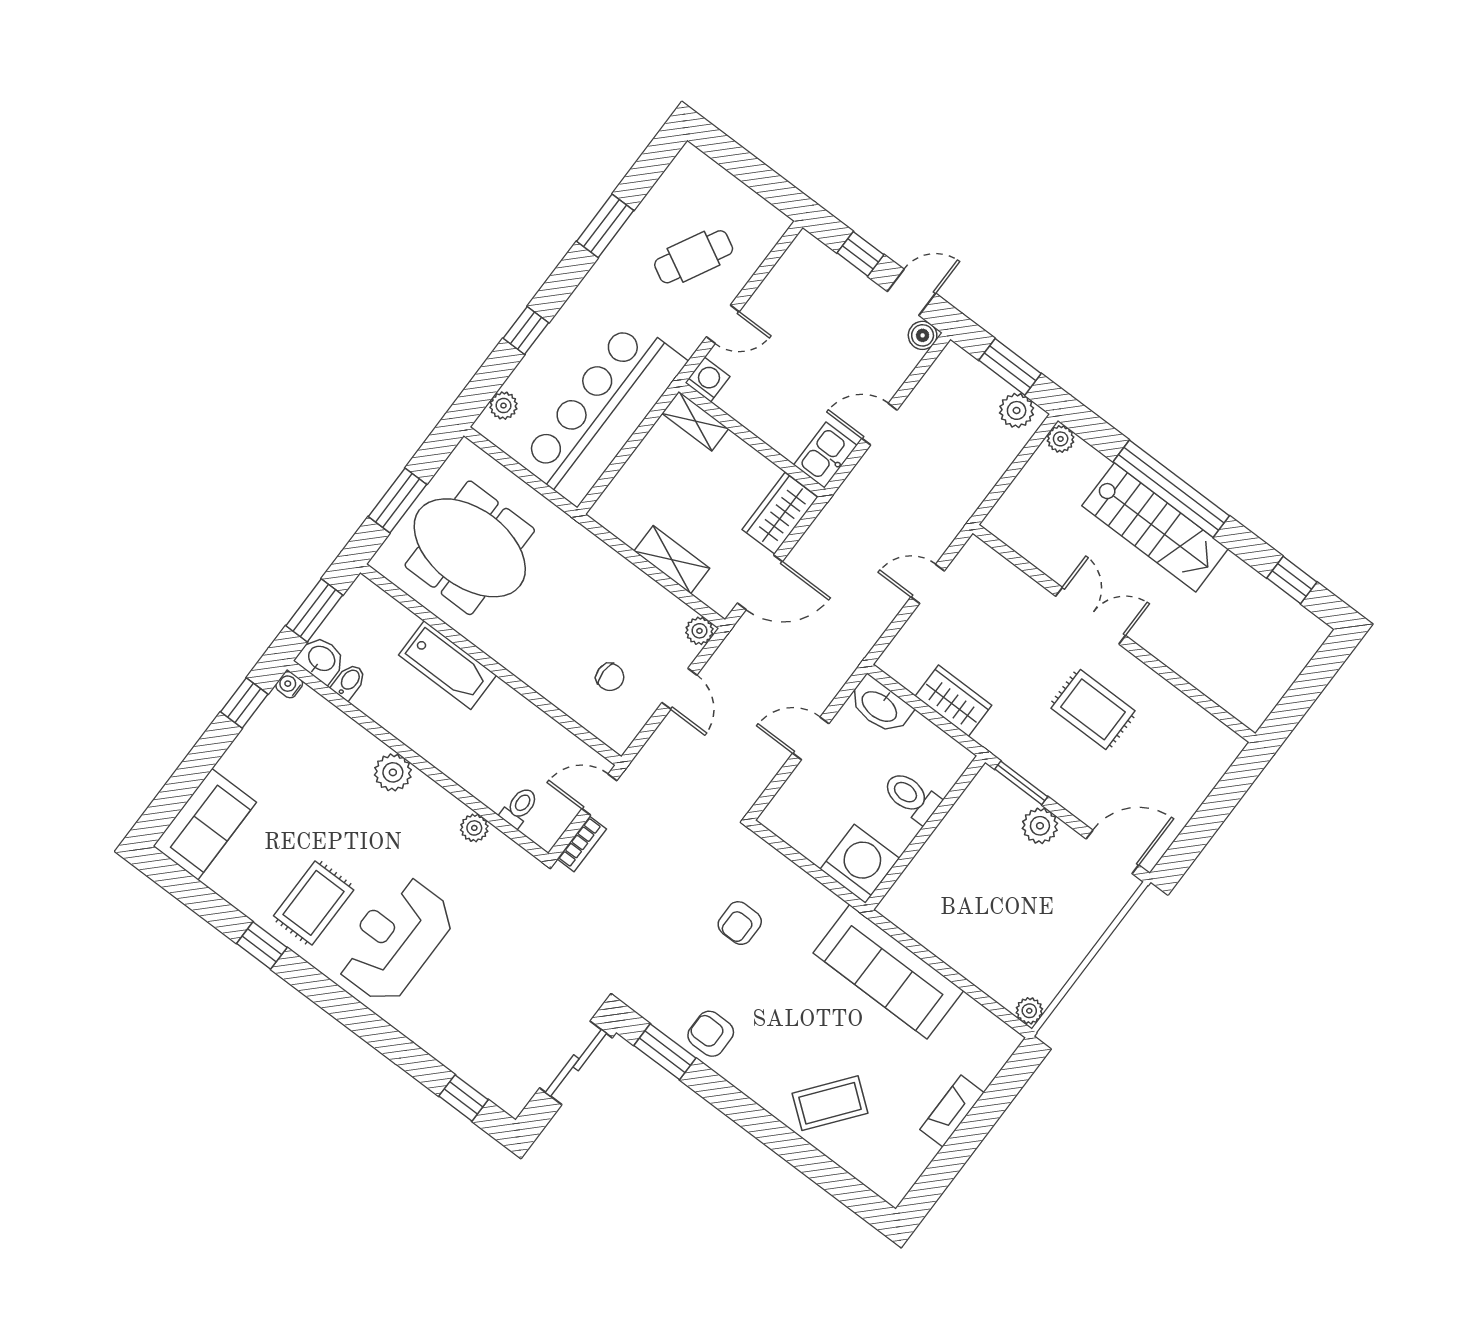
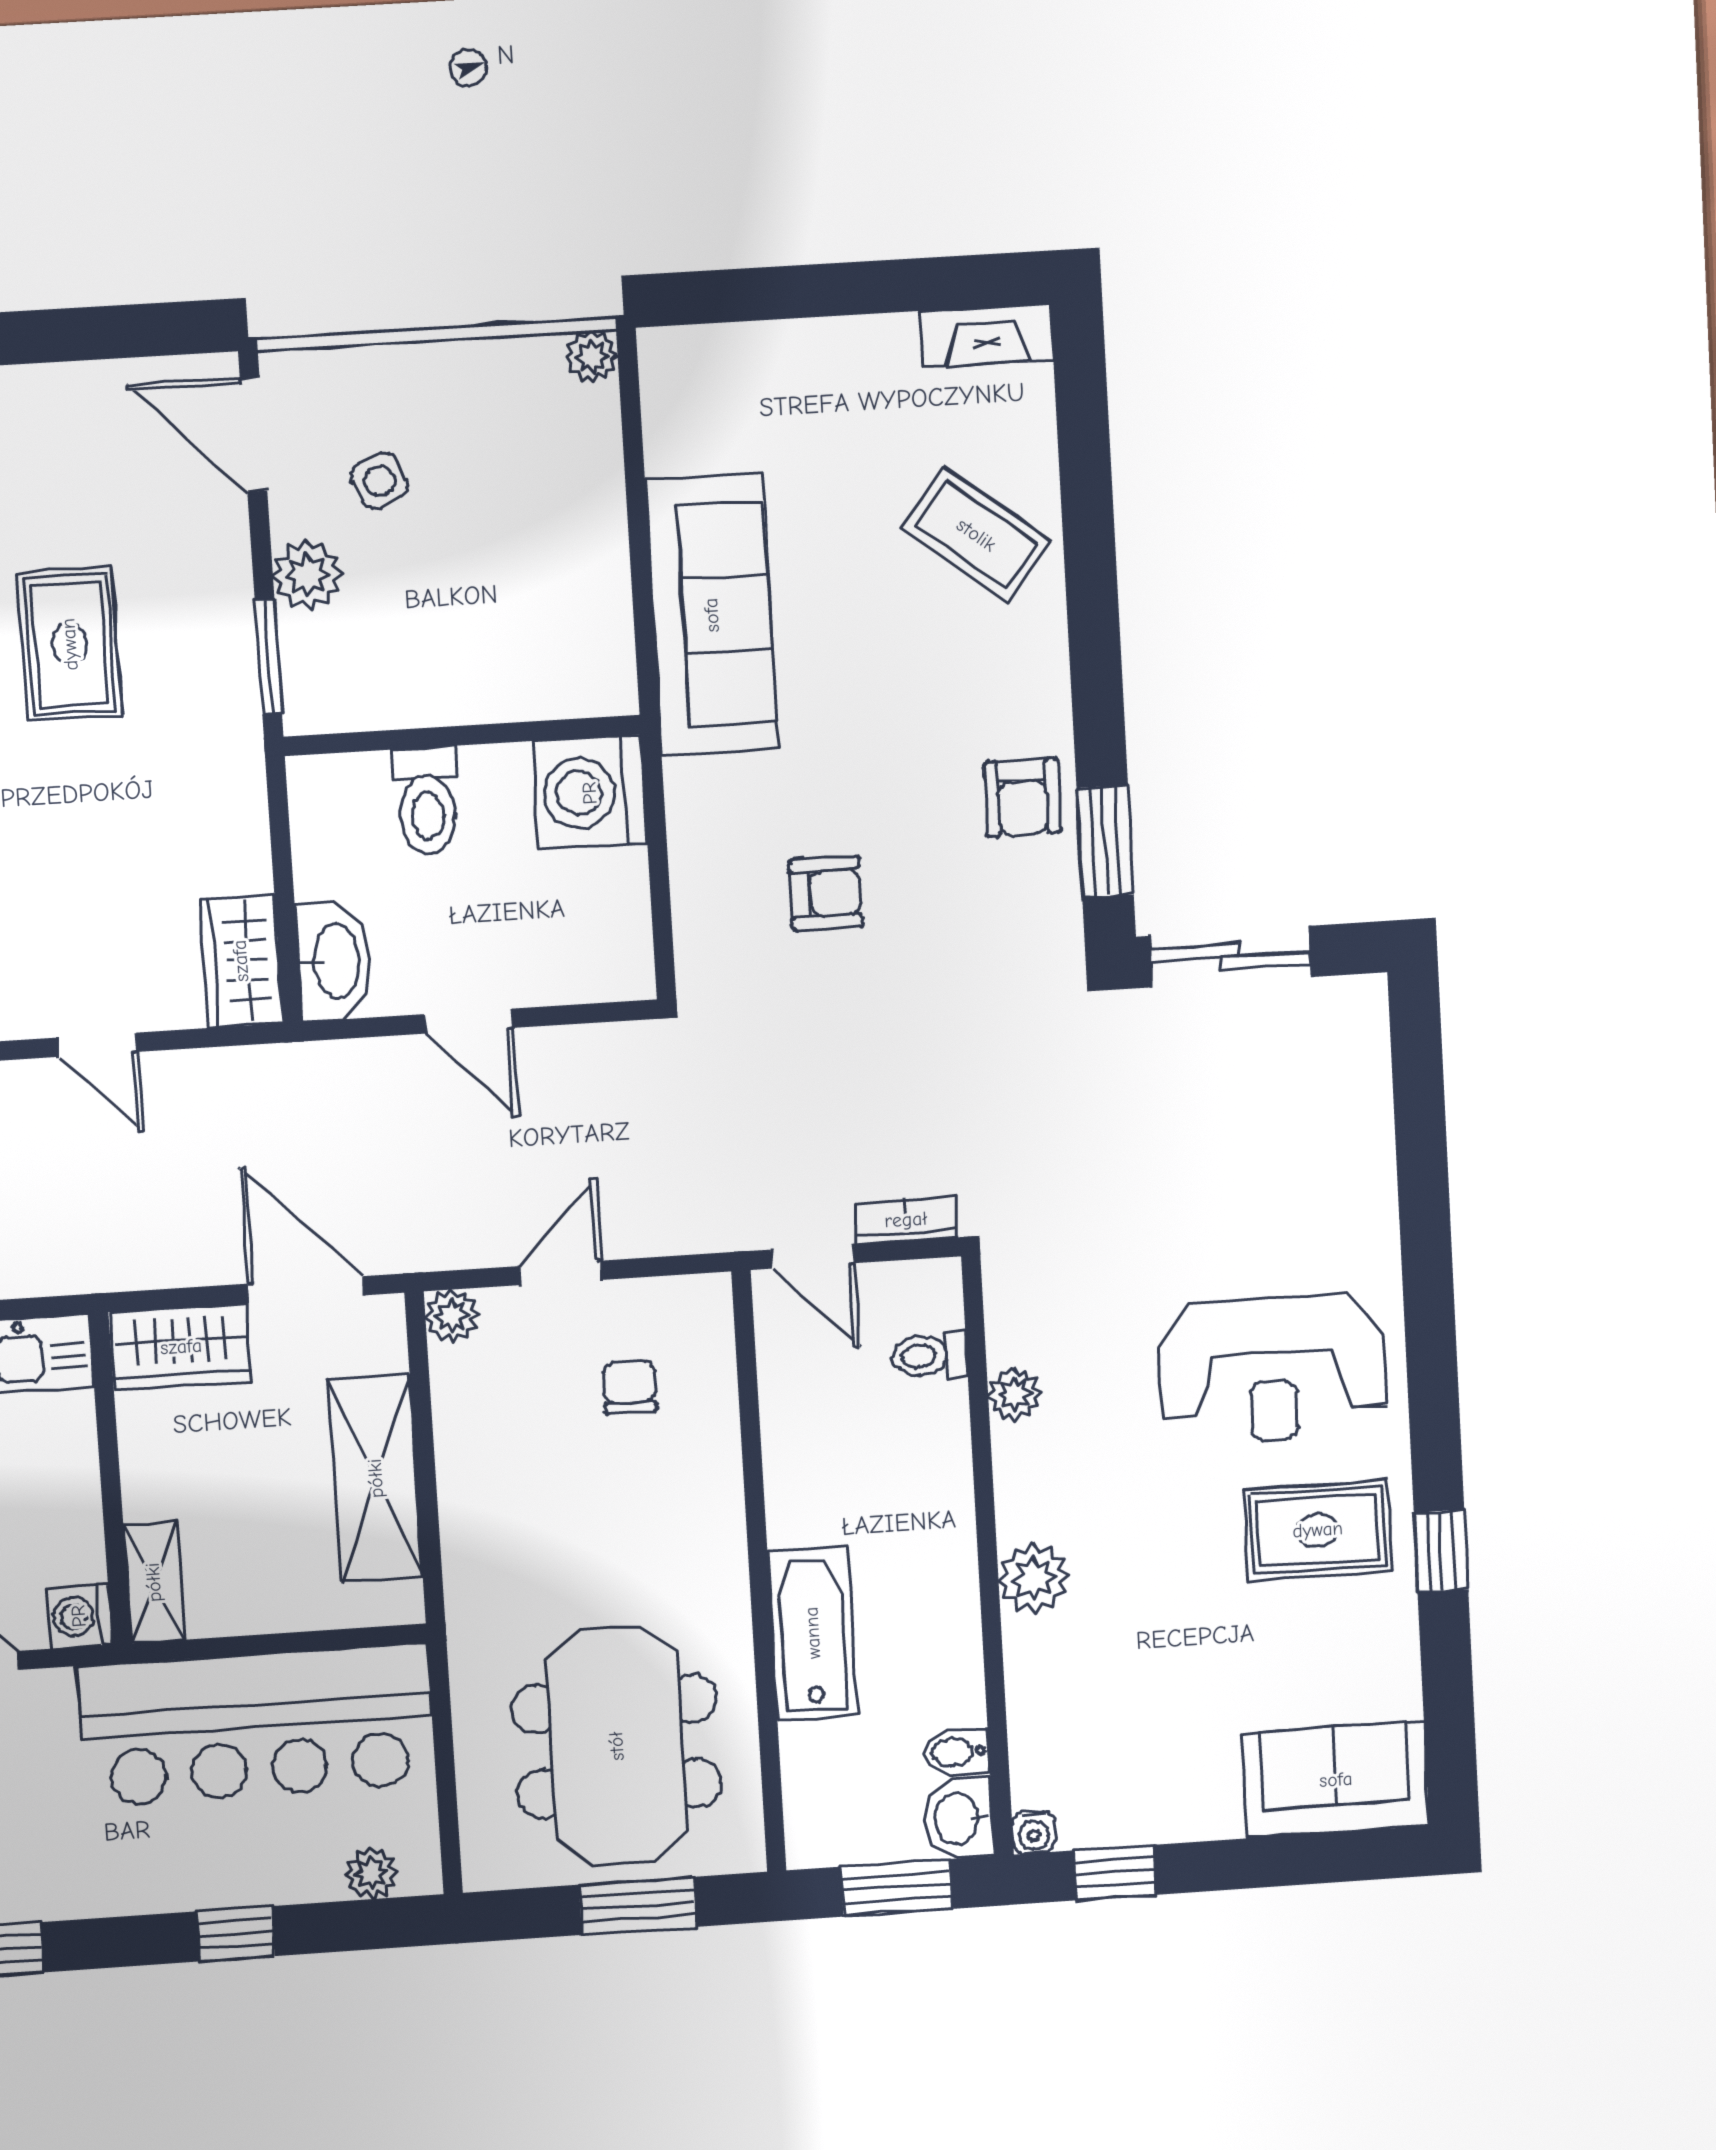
shelving: (672, 560) -> (376, 1478), width x1.50, depth x1.33
wardrobe: (953, 701) -> (241, 961), moved
side table: (1052, 886) -> (380, 481), added
window: (464, 1098) -> (1418, 1075), removed
fireplace: (952, 1111) -> (986, 335), moved

